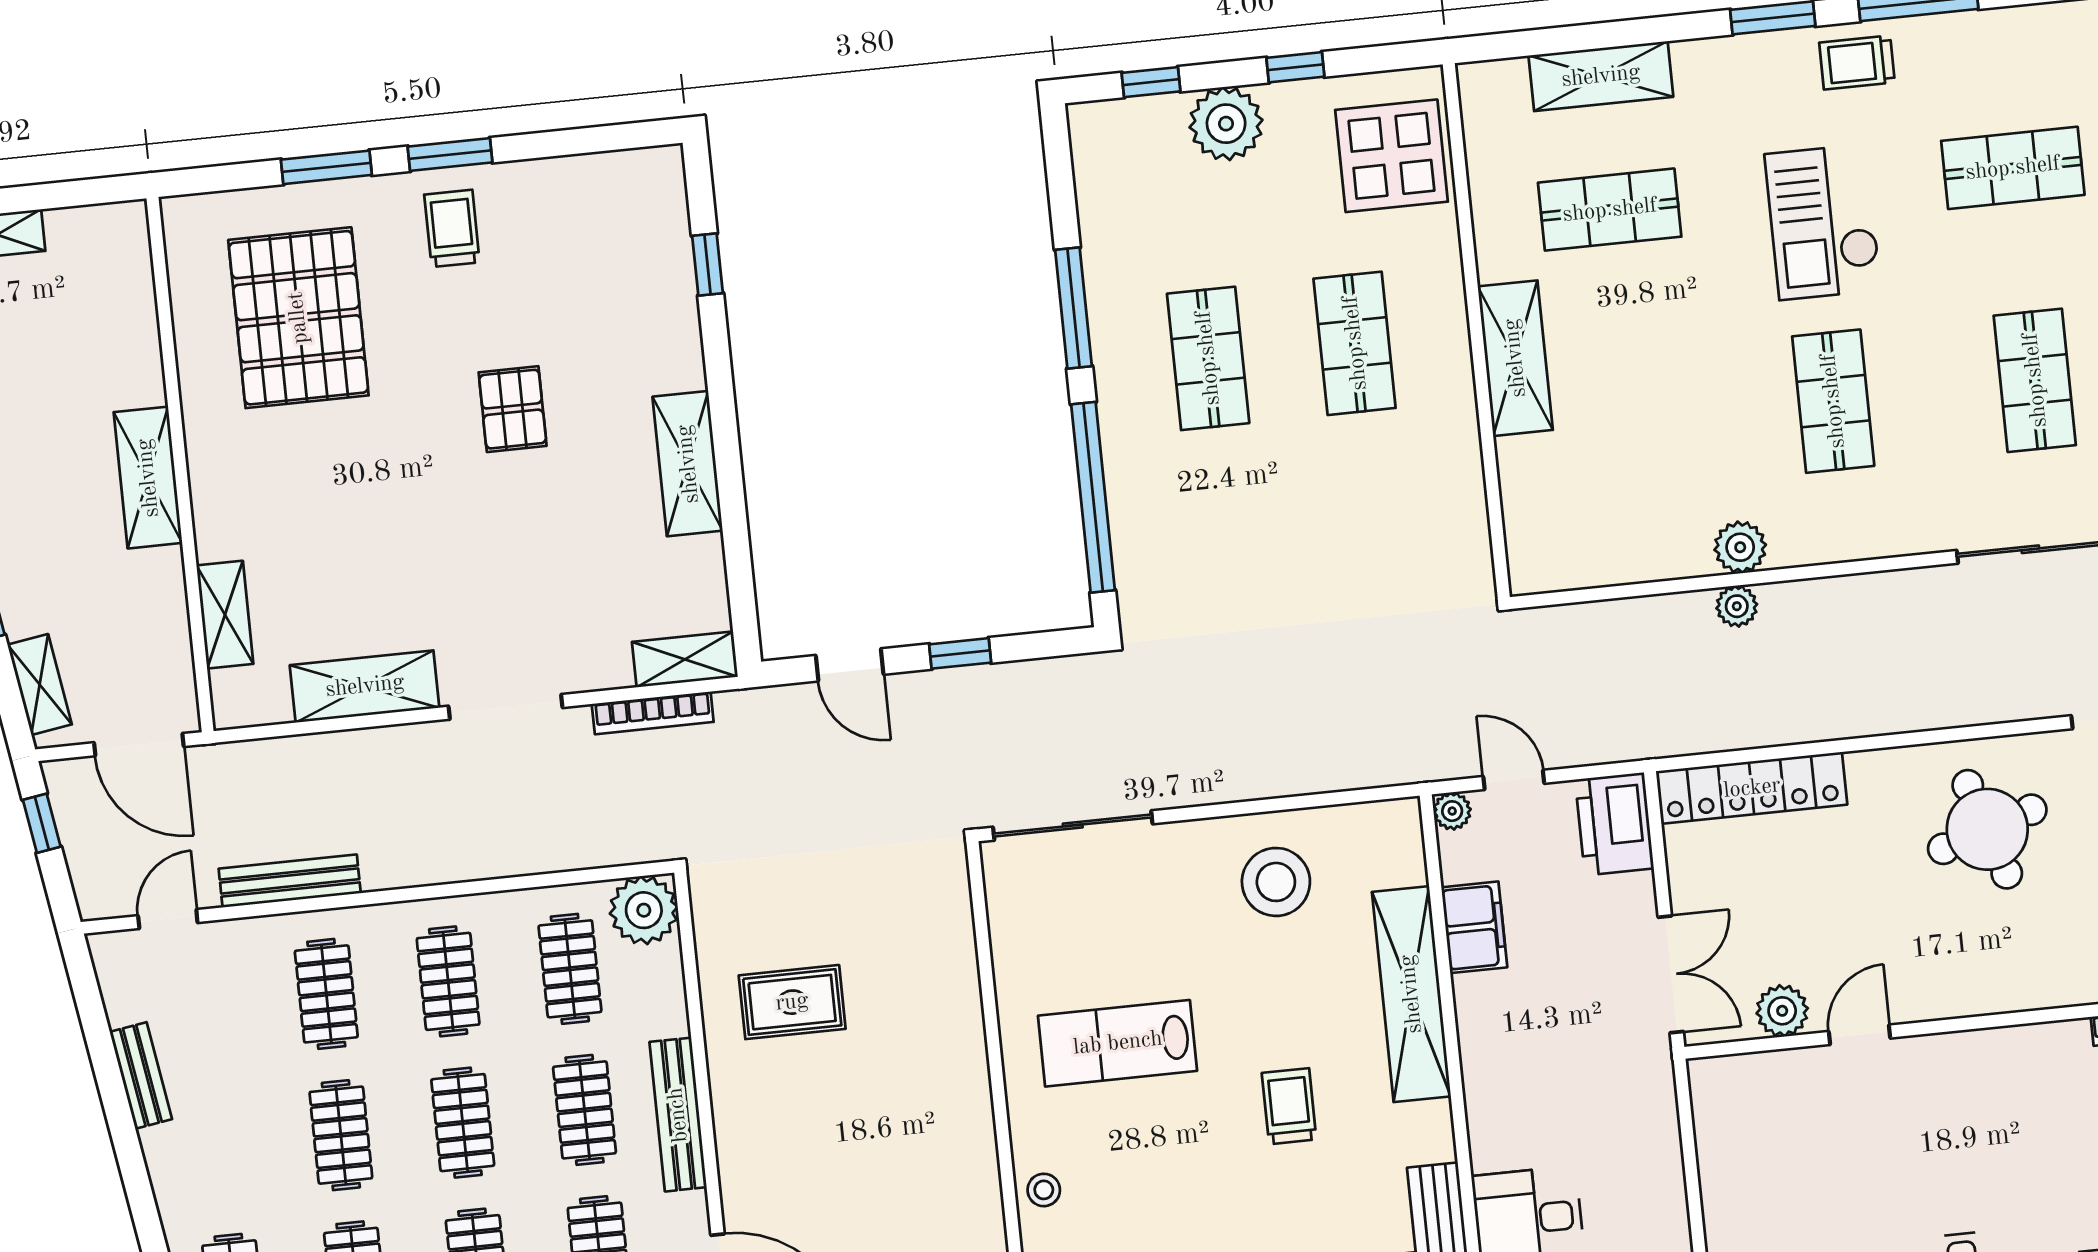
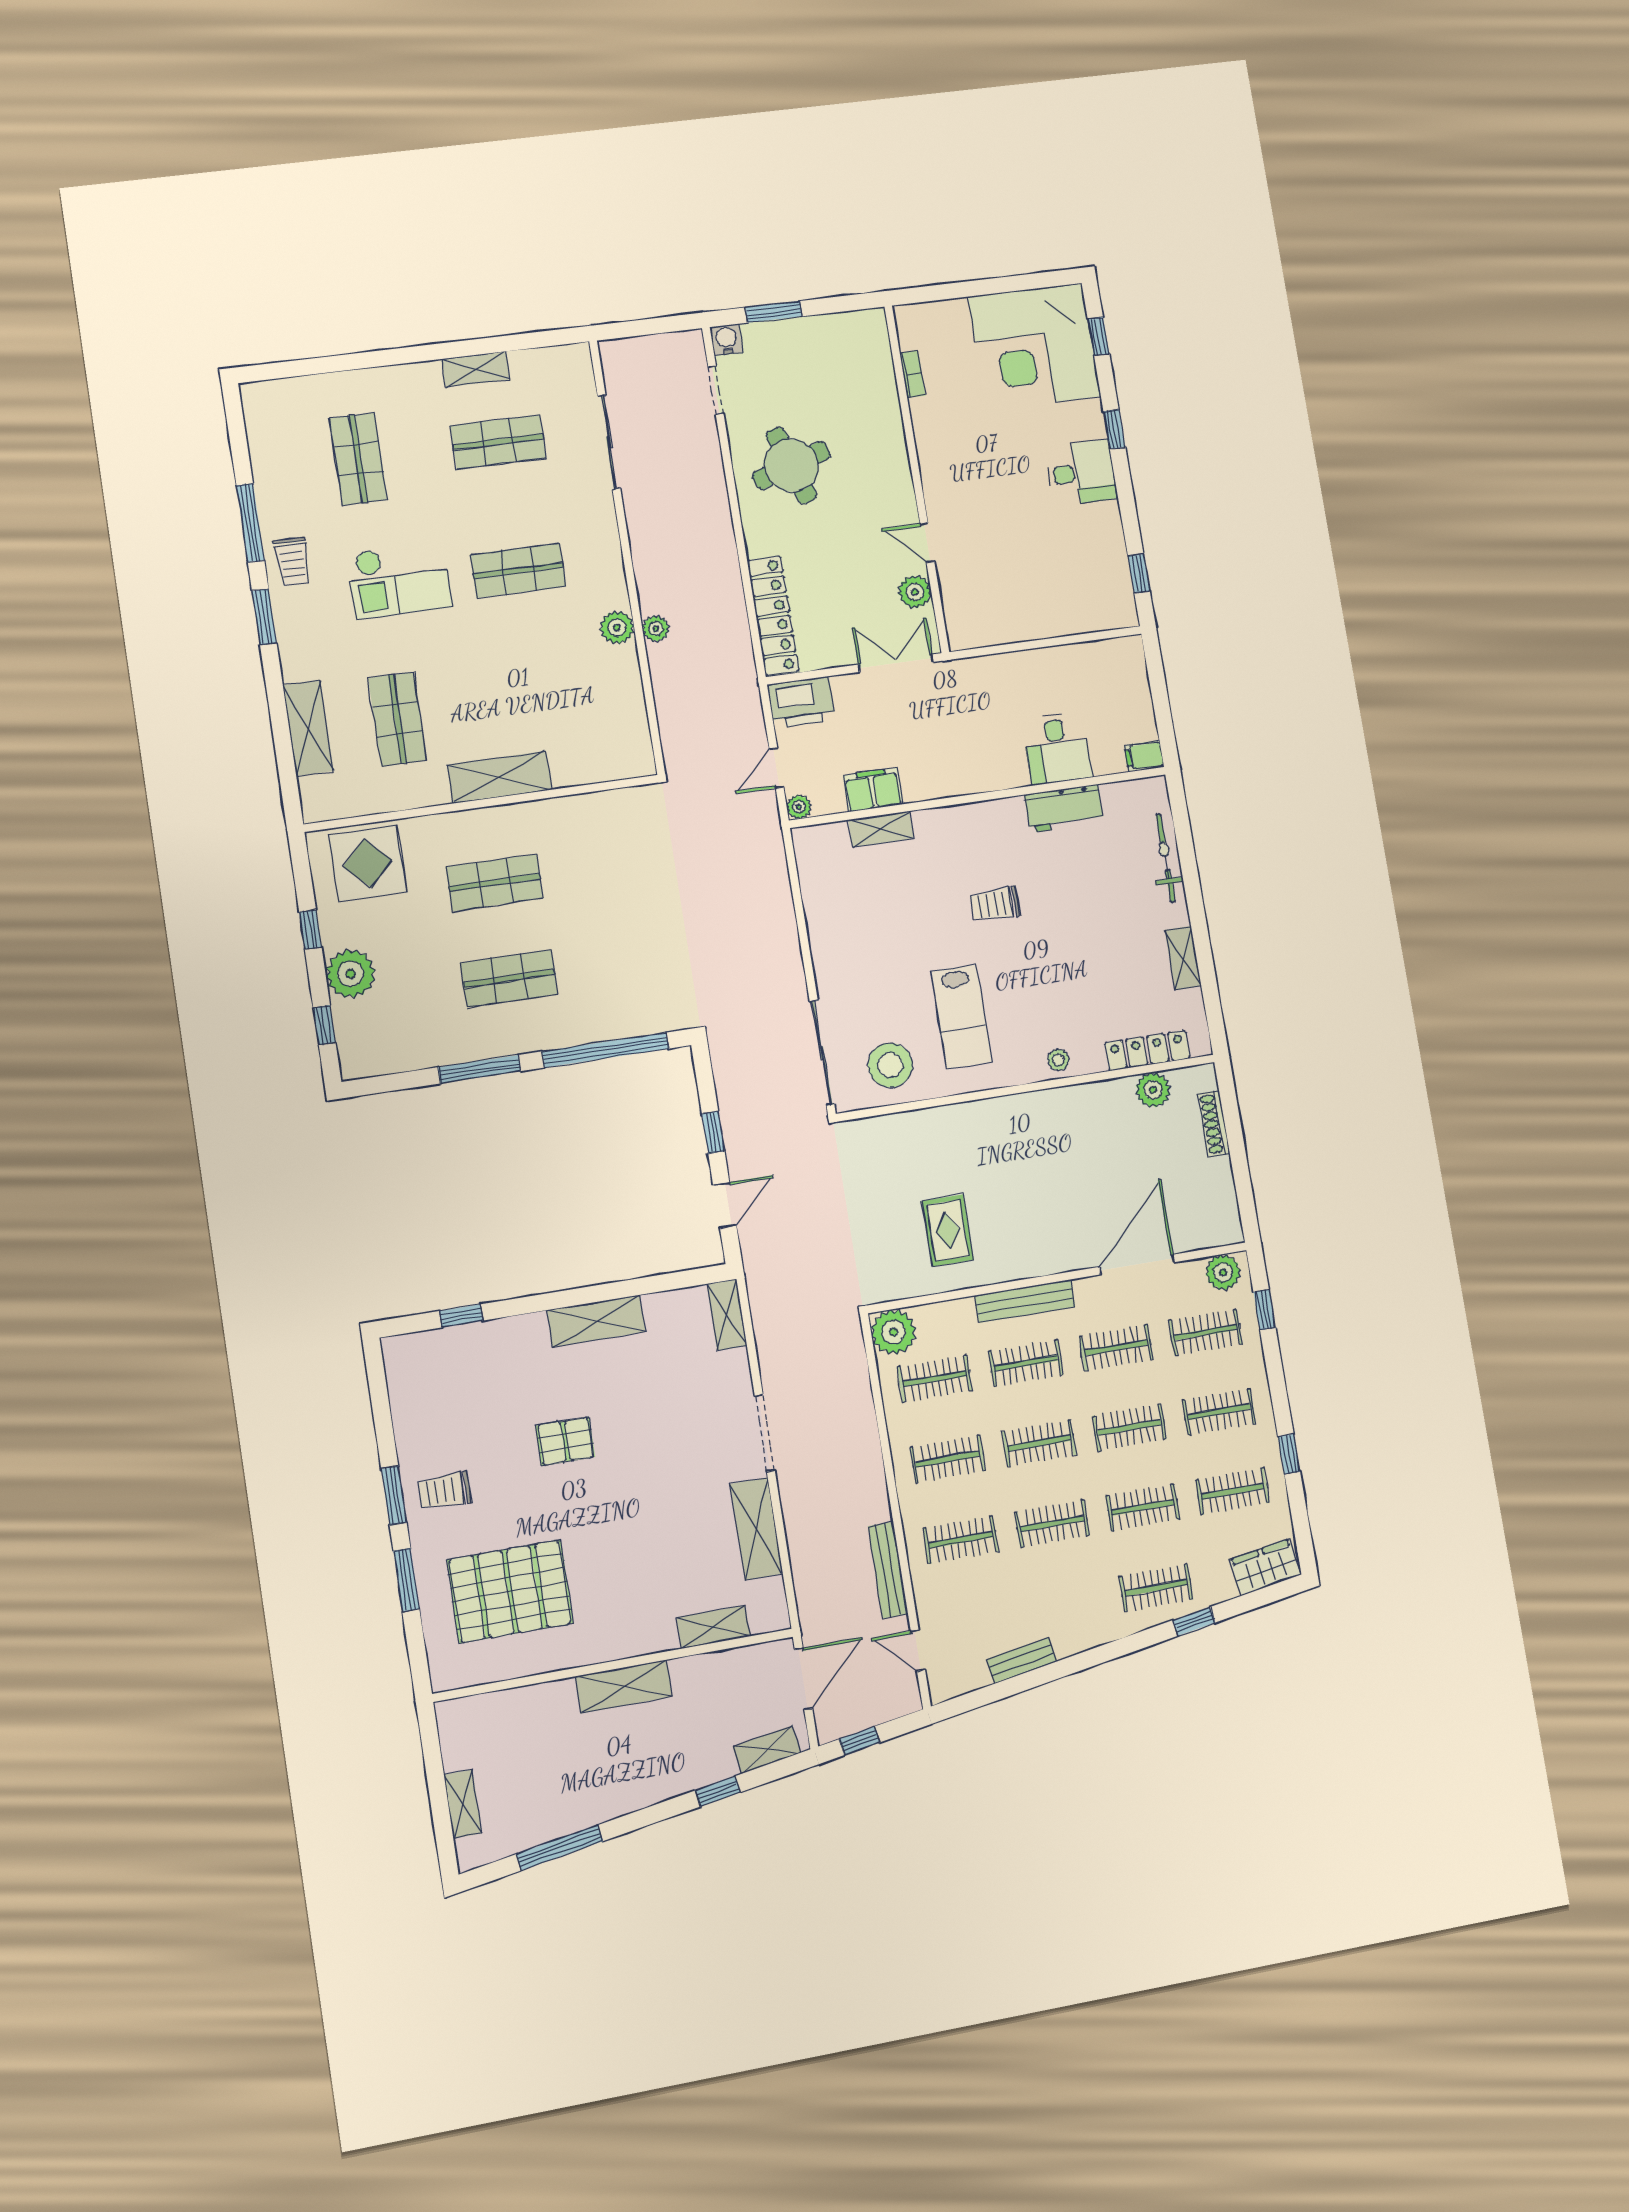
bookcase: (653, 713) -> (763, 1334), removed
stool: (1276, 882) -> (890, 1065), moved
shelving: (1411, 994) -> (881, 829), width x0.45, depth x0.75

